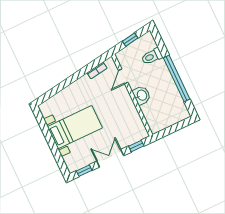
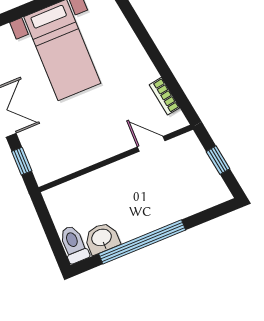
toilet: (152, 56) -> (74, 244), moved
washbasin: (142, 95) -> (102, 238), moved, turned 180

